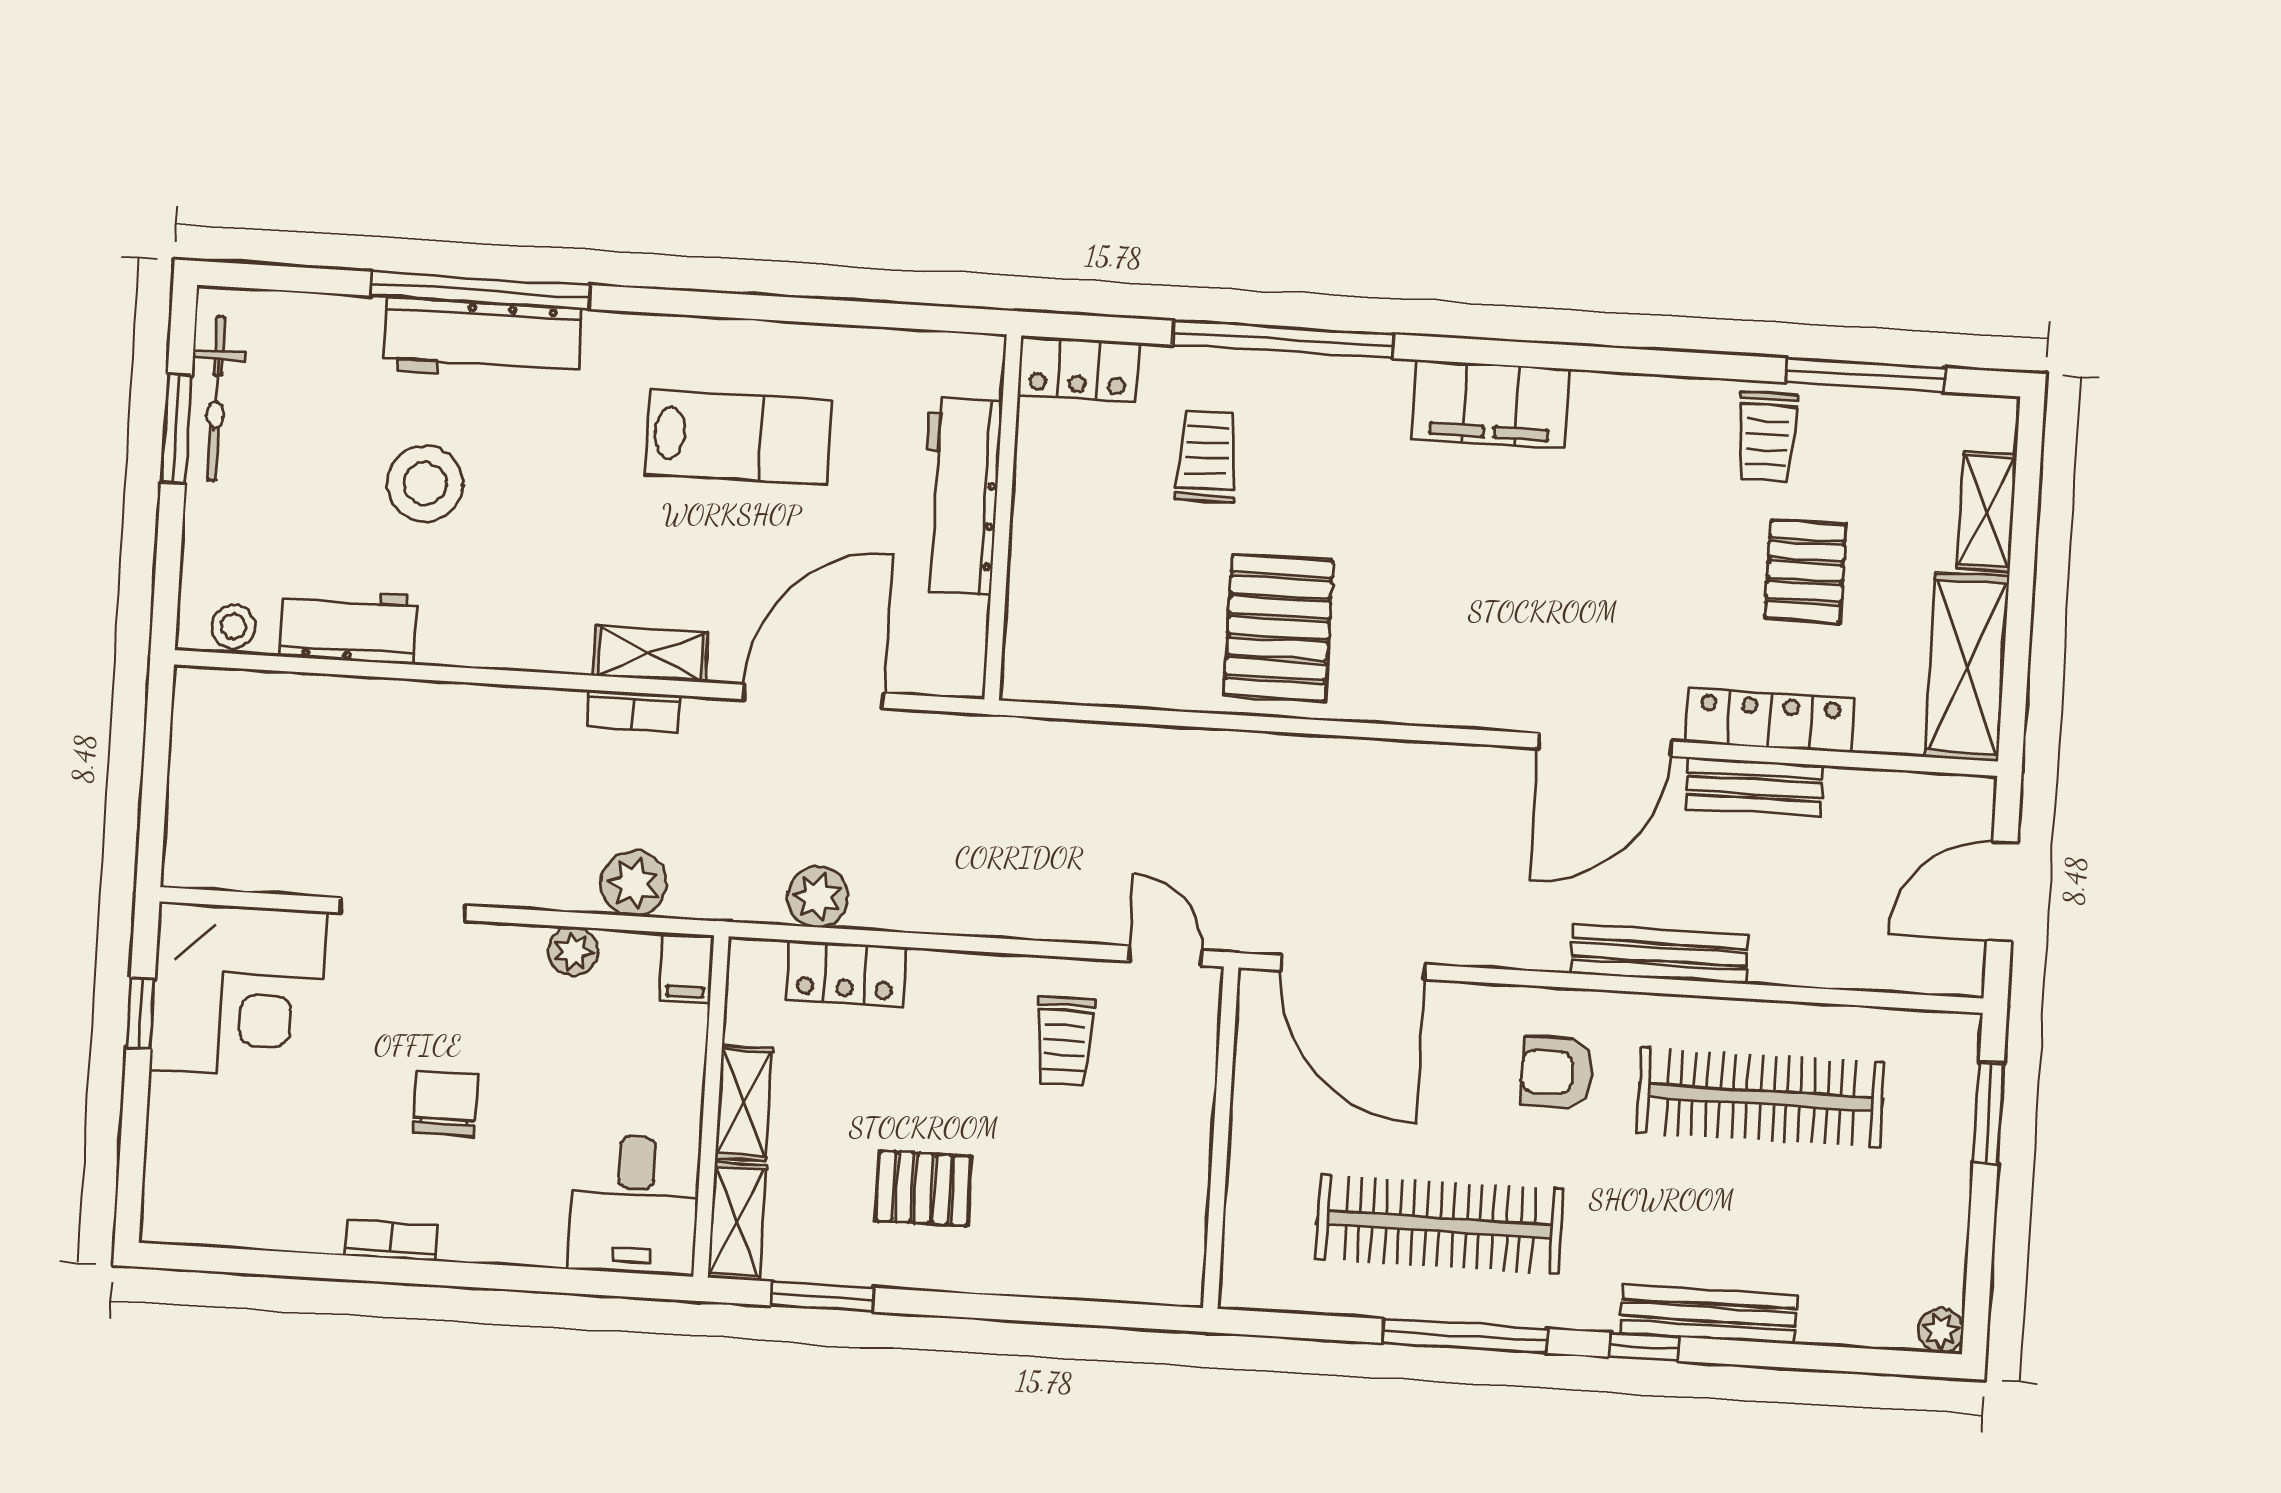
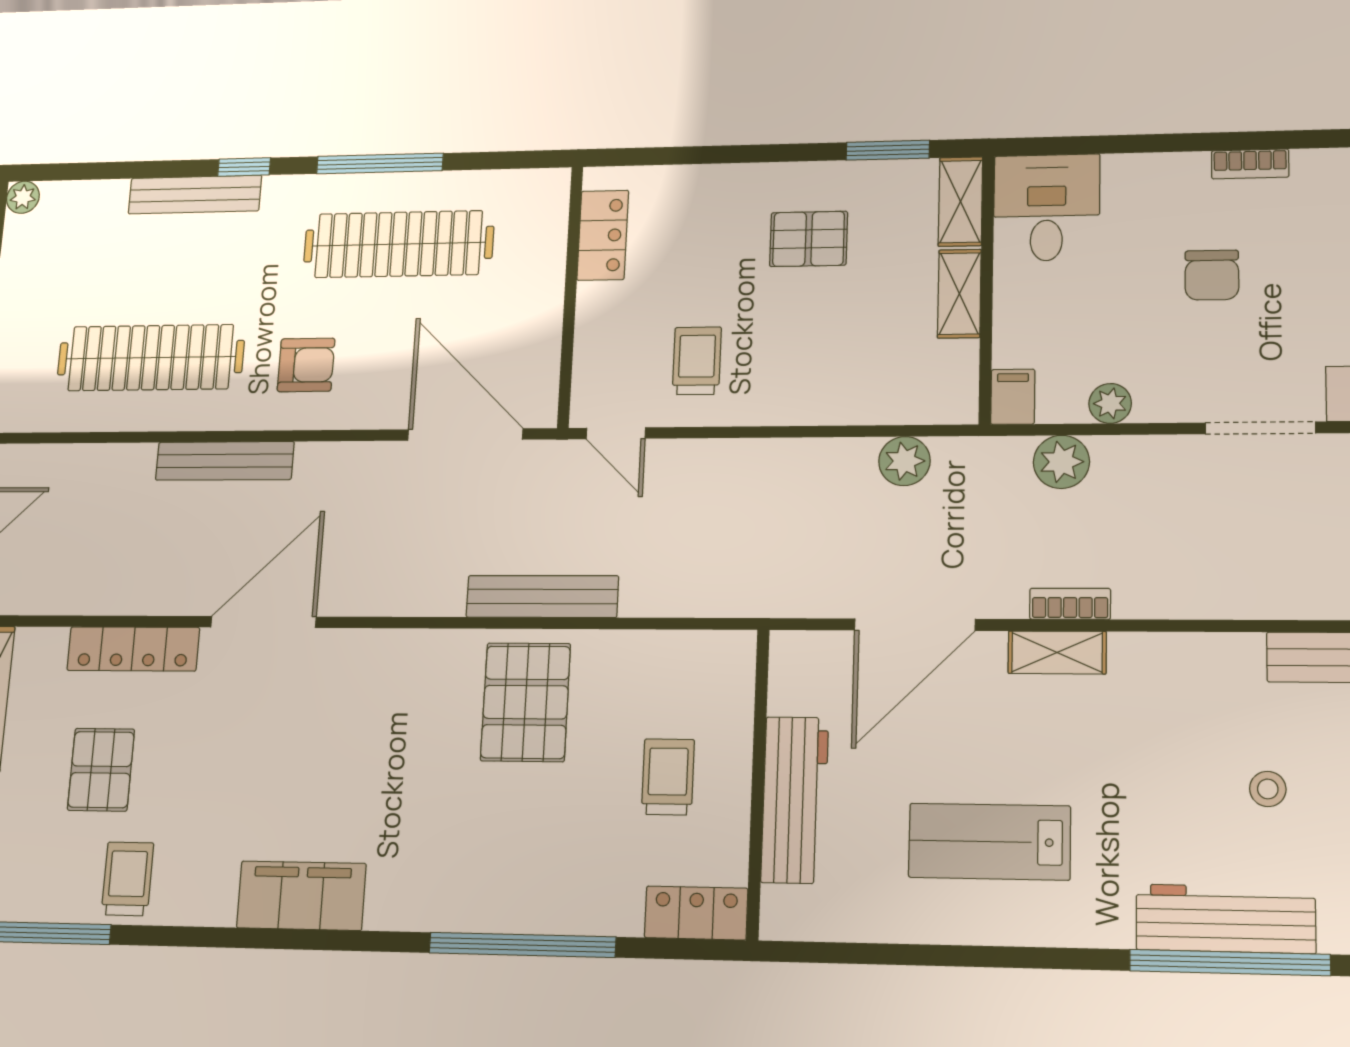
filing cabinet: (1491, 404) -> (301, 896), moved
trolley: (1207, 457) -> (668, 777), moved, turned 180
stool: (425, 483) -> (1268, 789), width x0.53, depth x0.53
bench: (1754, 787) -> (542, 596), moved, width x1.36
locker: (845, 973) -> (603, 235), moved, turned 90

